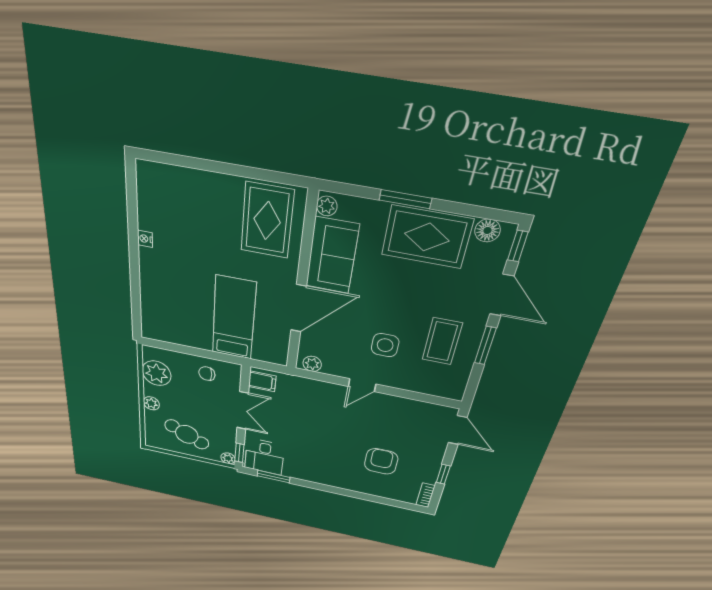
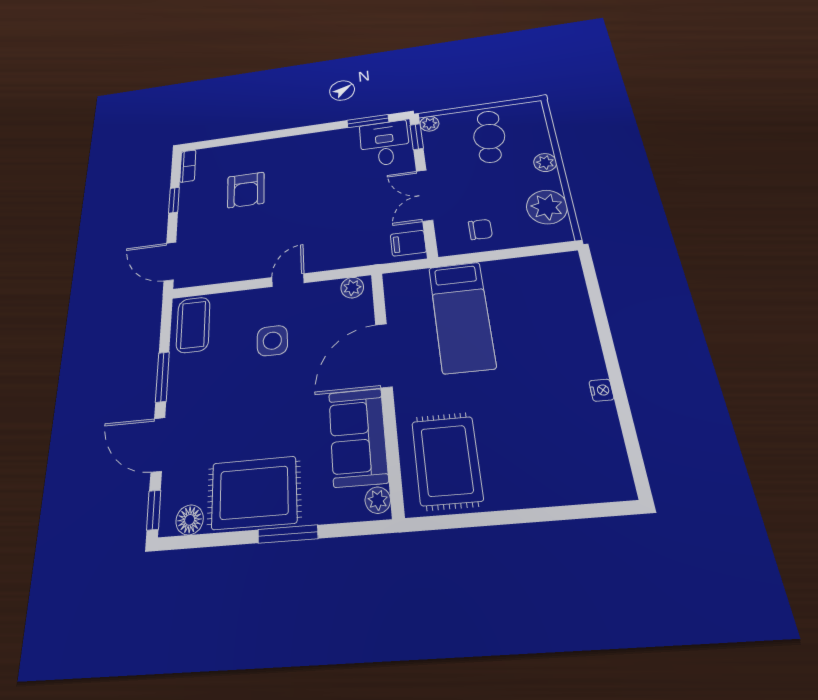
coffee table: (442, 341) -> (193, 325), moved
cafe table: (187, 434) -> (489, 136), turned 71

